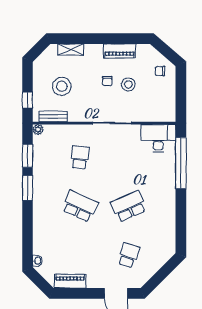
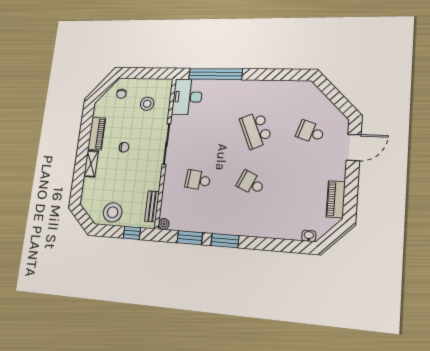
shelving: (71, 50) -> (91, 164), moved
stool: (128, 84) -> (147, 104), moved
stool: (62, 86) -> (113, 212), moved
school desk: (80, 206) -> (251, 183), width x0.54

